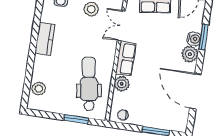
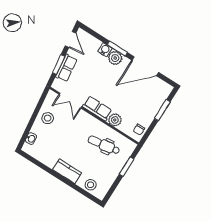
window: (204, 37) -> (117, 49), moved
kitchen counter: (45, 39) -> (67, 171), moved
dental chair: (89, 84) -> (104, 145), width x0.73, depth x0.72

